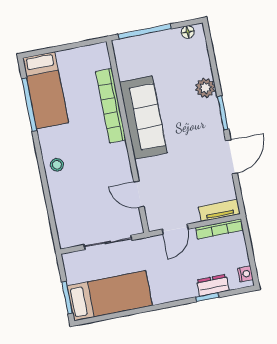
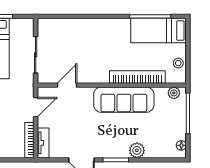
plant: (122, 55) -> (174, 93), added
stool: (57, 165) -> (178, 63), moved
door: (175, 229) -> (36, 107), swing flipped

